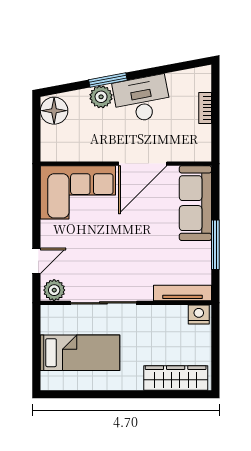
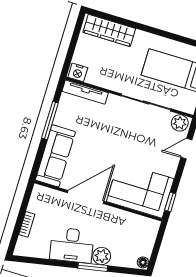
floor lamp: (54, 111) -> (143, 262), width x0.53, depth x0.53
window: (36, 189) -> (170, 202), added

